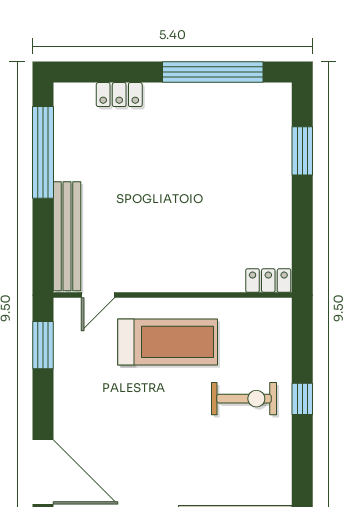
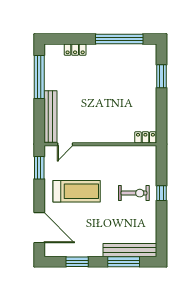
treadmill: (168, 342) -> (77, 191), moved

